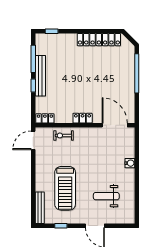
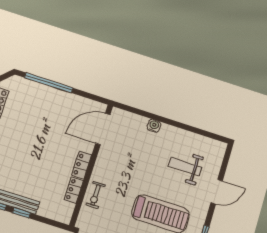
locker: (45, 118) -> (74, 190), moved
weight bench: (106, 196) -> (185, 167), turned 90

